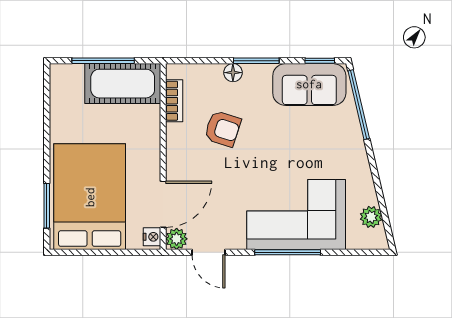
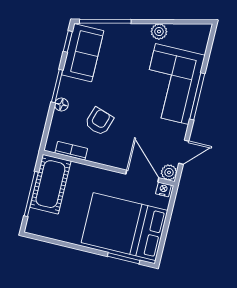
plant: (371, 217) -> (159, 32), moved

